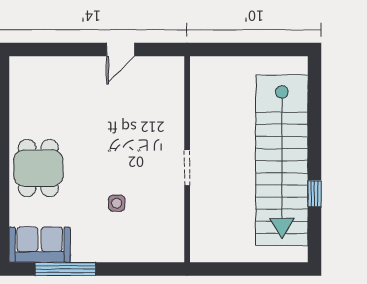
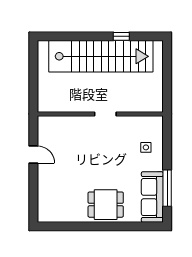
side table: (117, 203) -> (146, 147), moved
sofa: (40, 245) -> (152, 197), width x1.36

